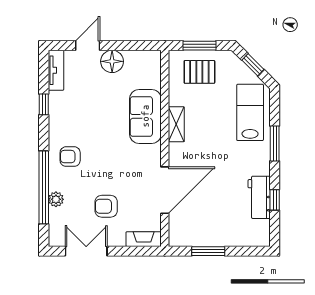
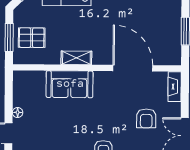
floor lamp: (112, 61) -> (18, 112), width x0.53, depth x0.53
pallet: (199, 72) -> (32, 38), turned 90

